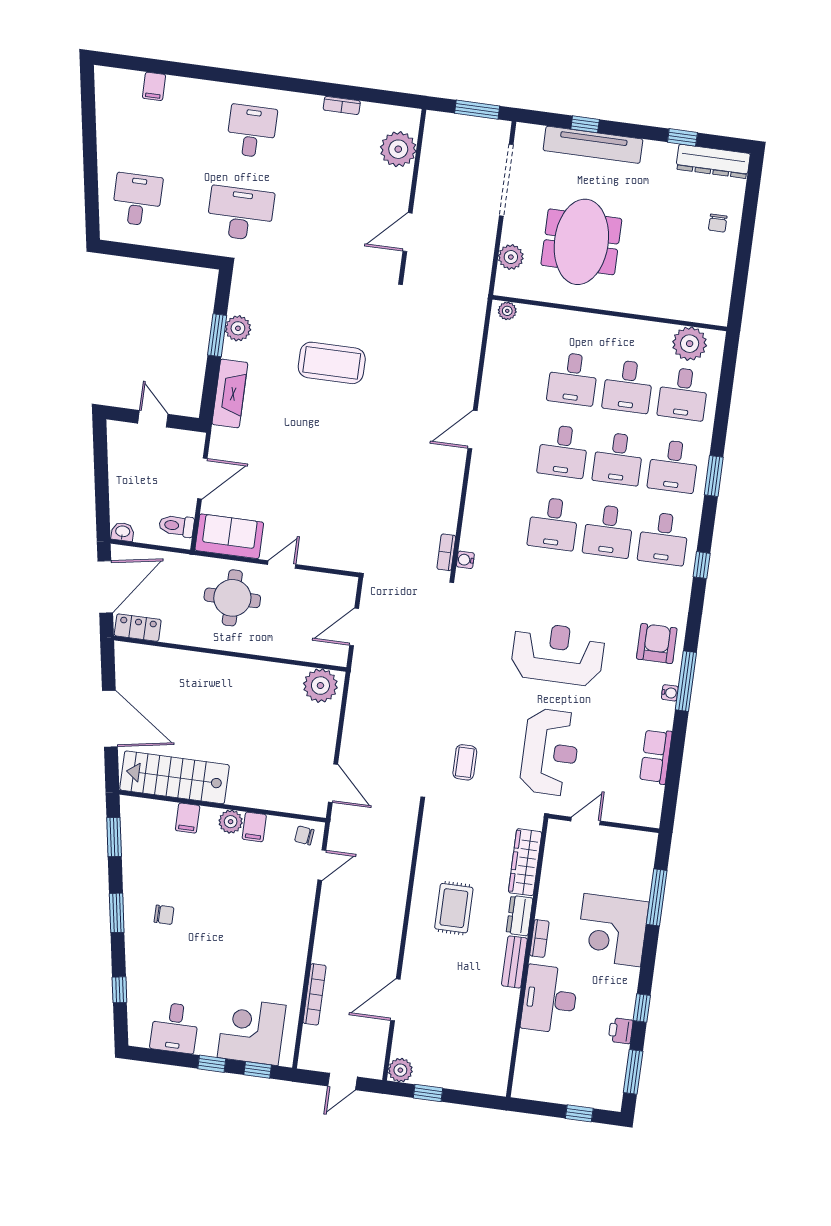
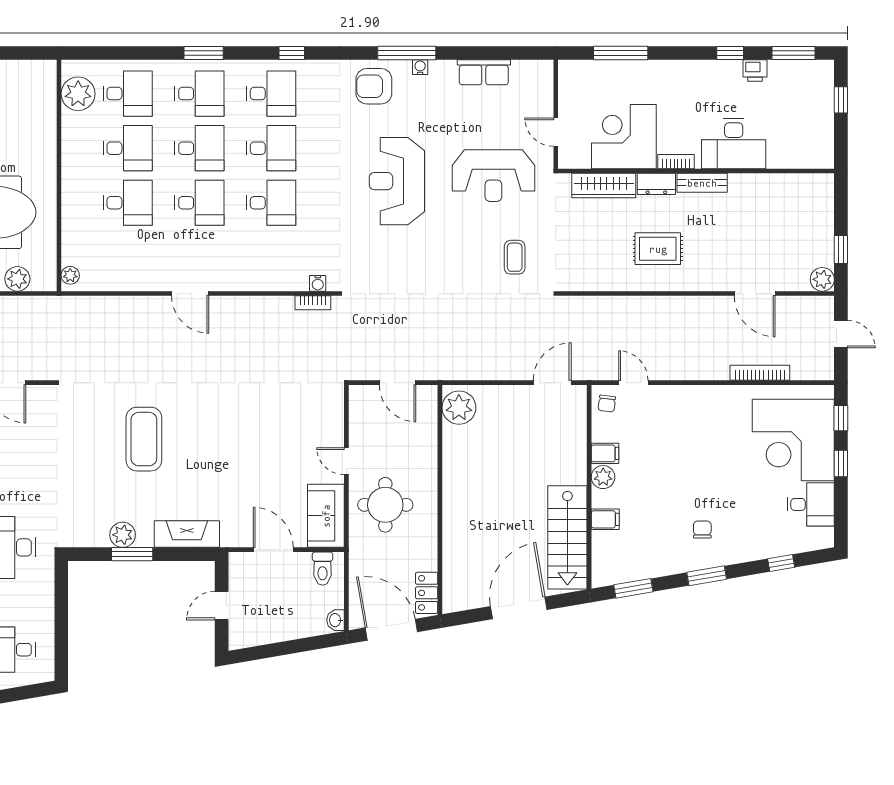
reception desk: (550, 752) -> (493, 176), turned 180
coffee table: (465, 762) -> (515, 257), turned 90
corner desk: (612, 930) -> (624, 137), moved, turned 180
corner desk: (252, 1031) -> (793, 440), width x1.36, depth x1.36

